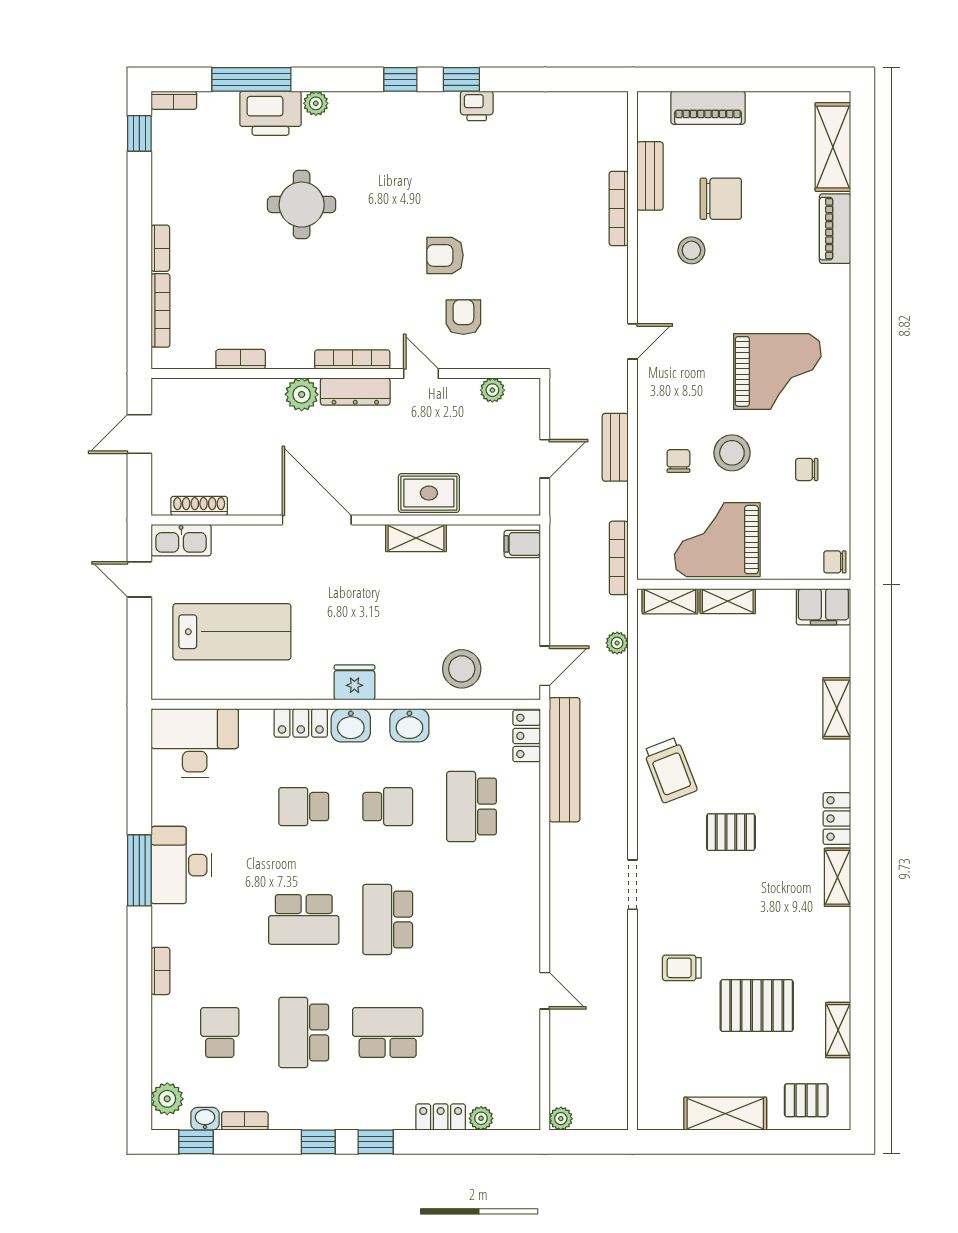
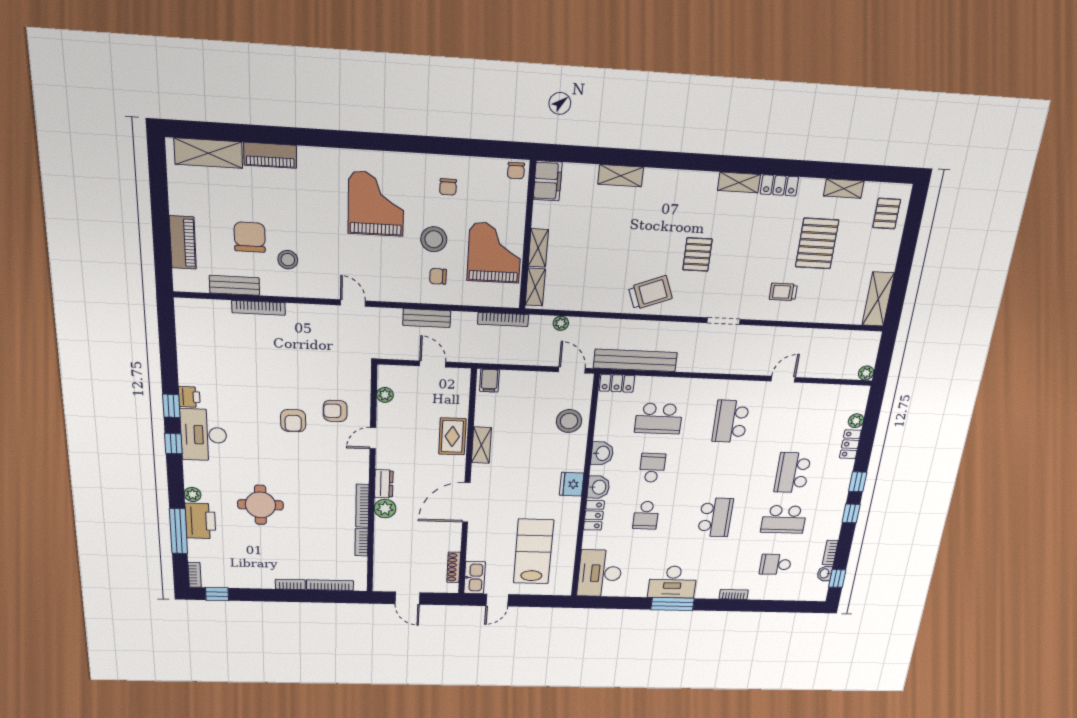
desk: (416, 124) -> (204, 435), added
bookcase: (352, 360) -> (362, 506), moved
dresser: (355, 392) -> (384, 484), width x0.70
grand piano: (717, 540) -> (495, 253), turned 180
locker: (837, 819) -> (779, 185), moved
school desk: (388, 919) -> (731, 421), moved, turned 90
trolley: (682, 968) -> (783, 292), turned 90
plant: (167, 1099) -> (809, 593), removed
shelving: (725, 1114) -> (878, 299), moved

